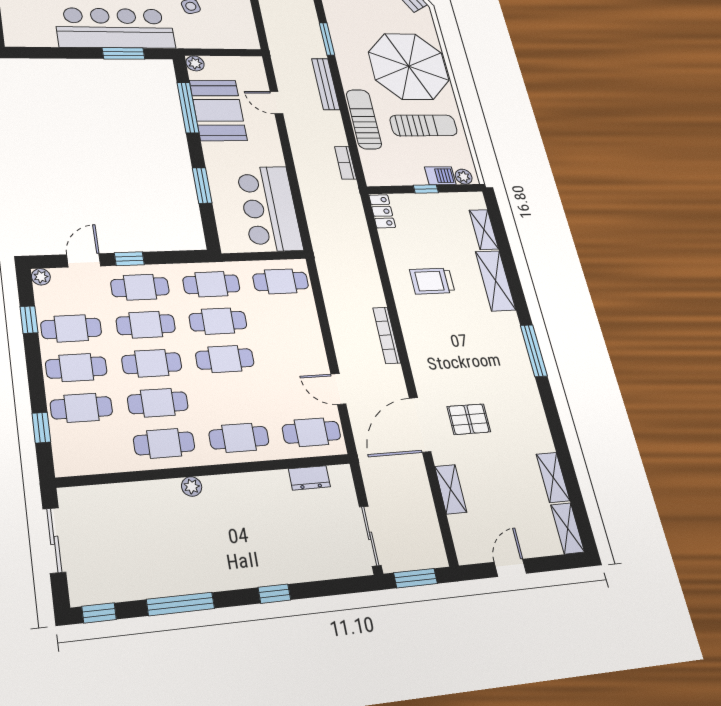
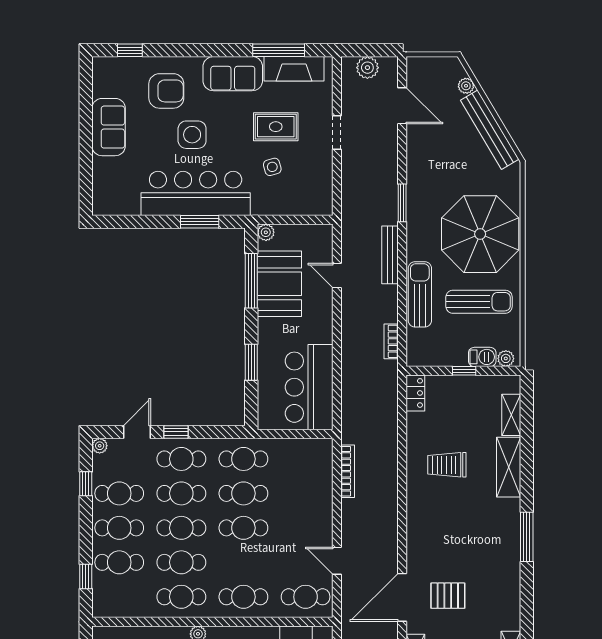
cafe table: (281, 281) -> (306, 459), removed
bookcase: (387, 335) -> (348, 471), moved, turned 180

